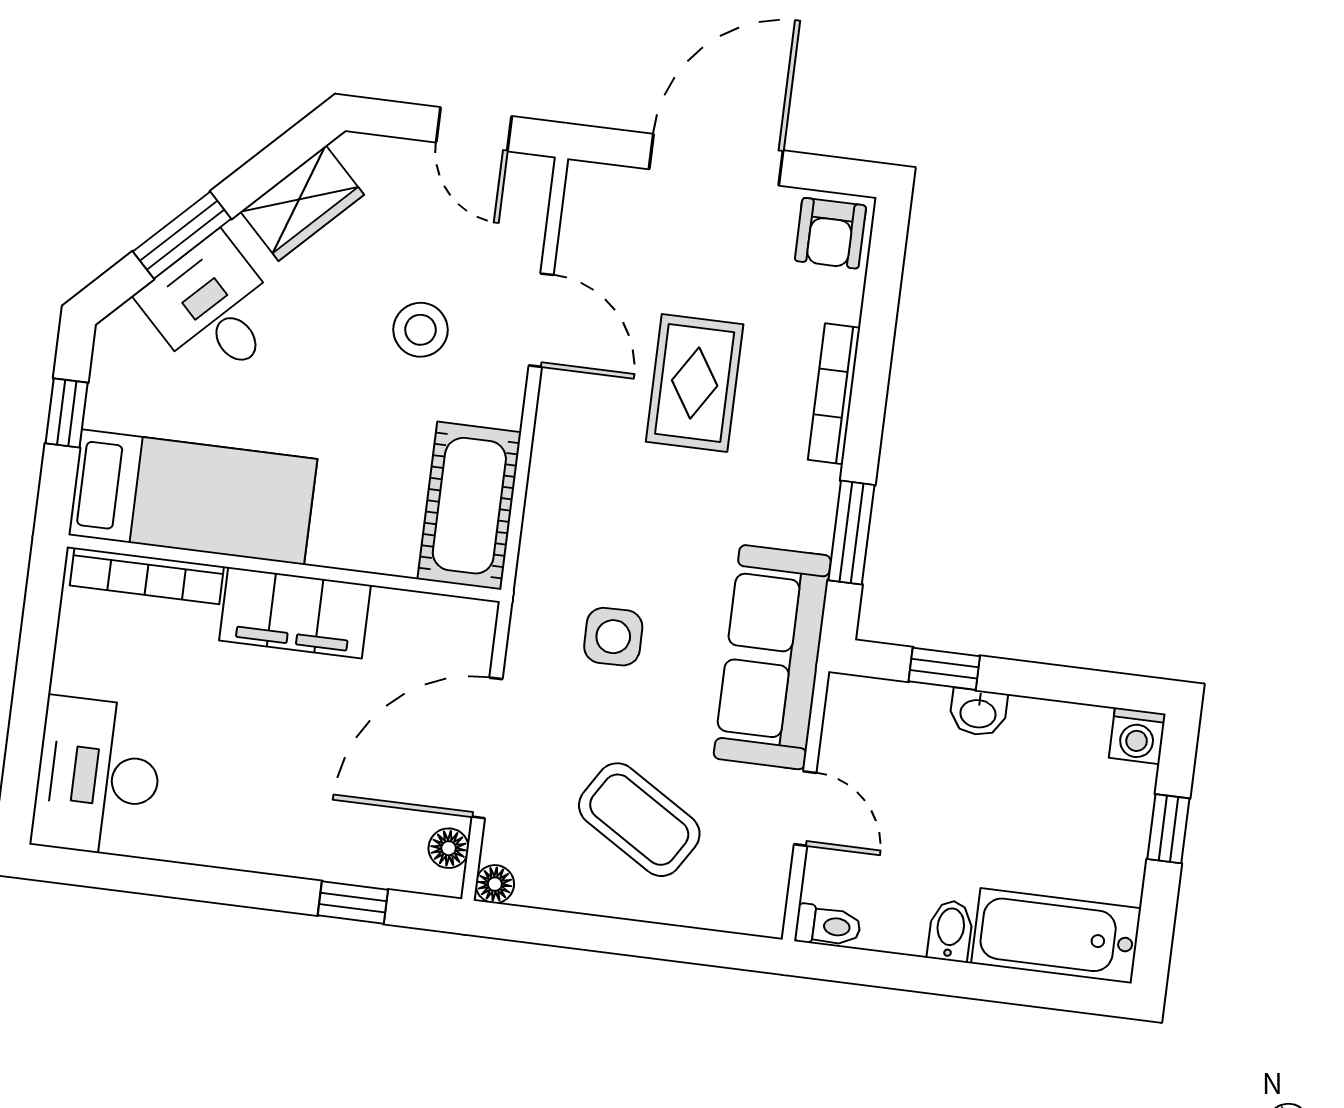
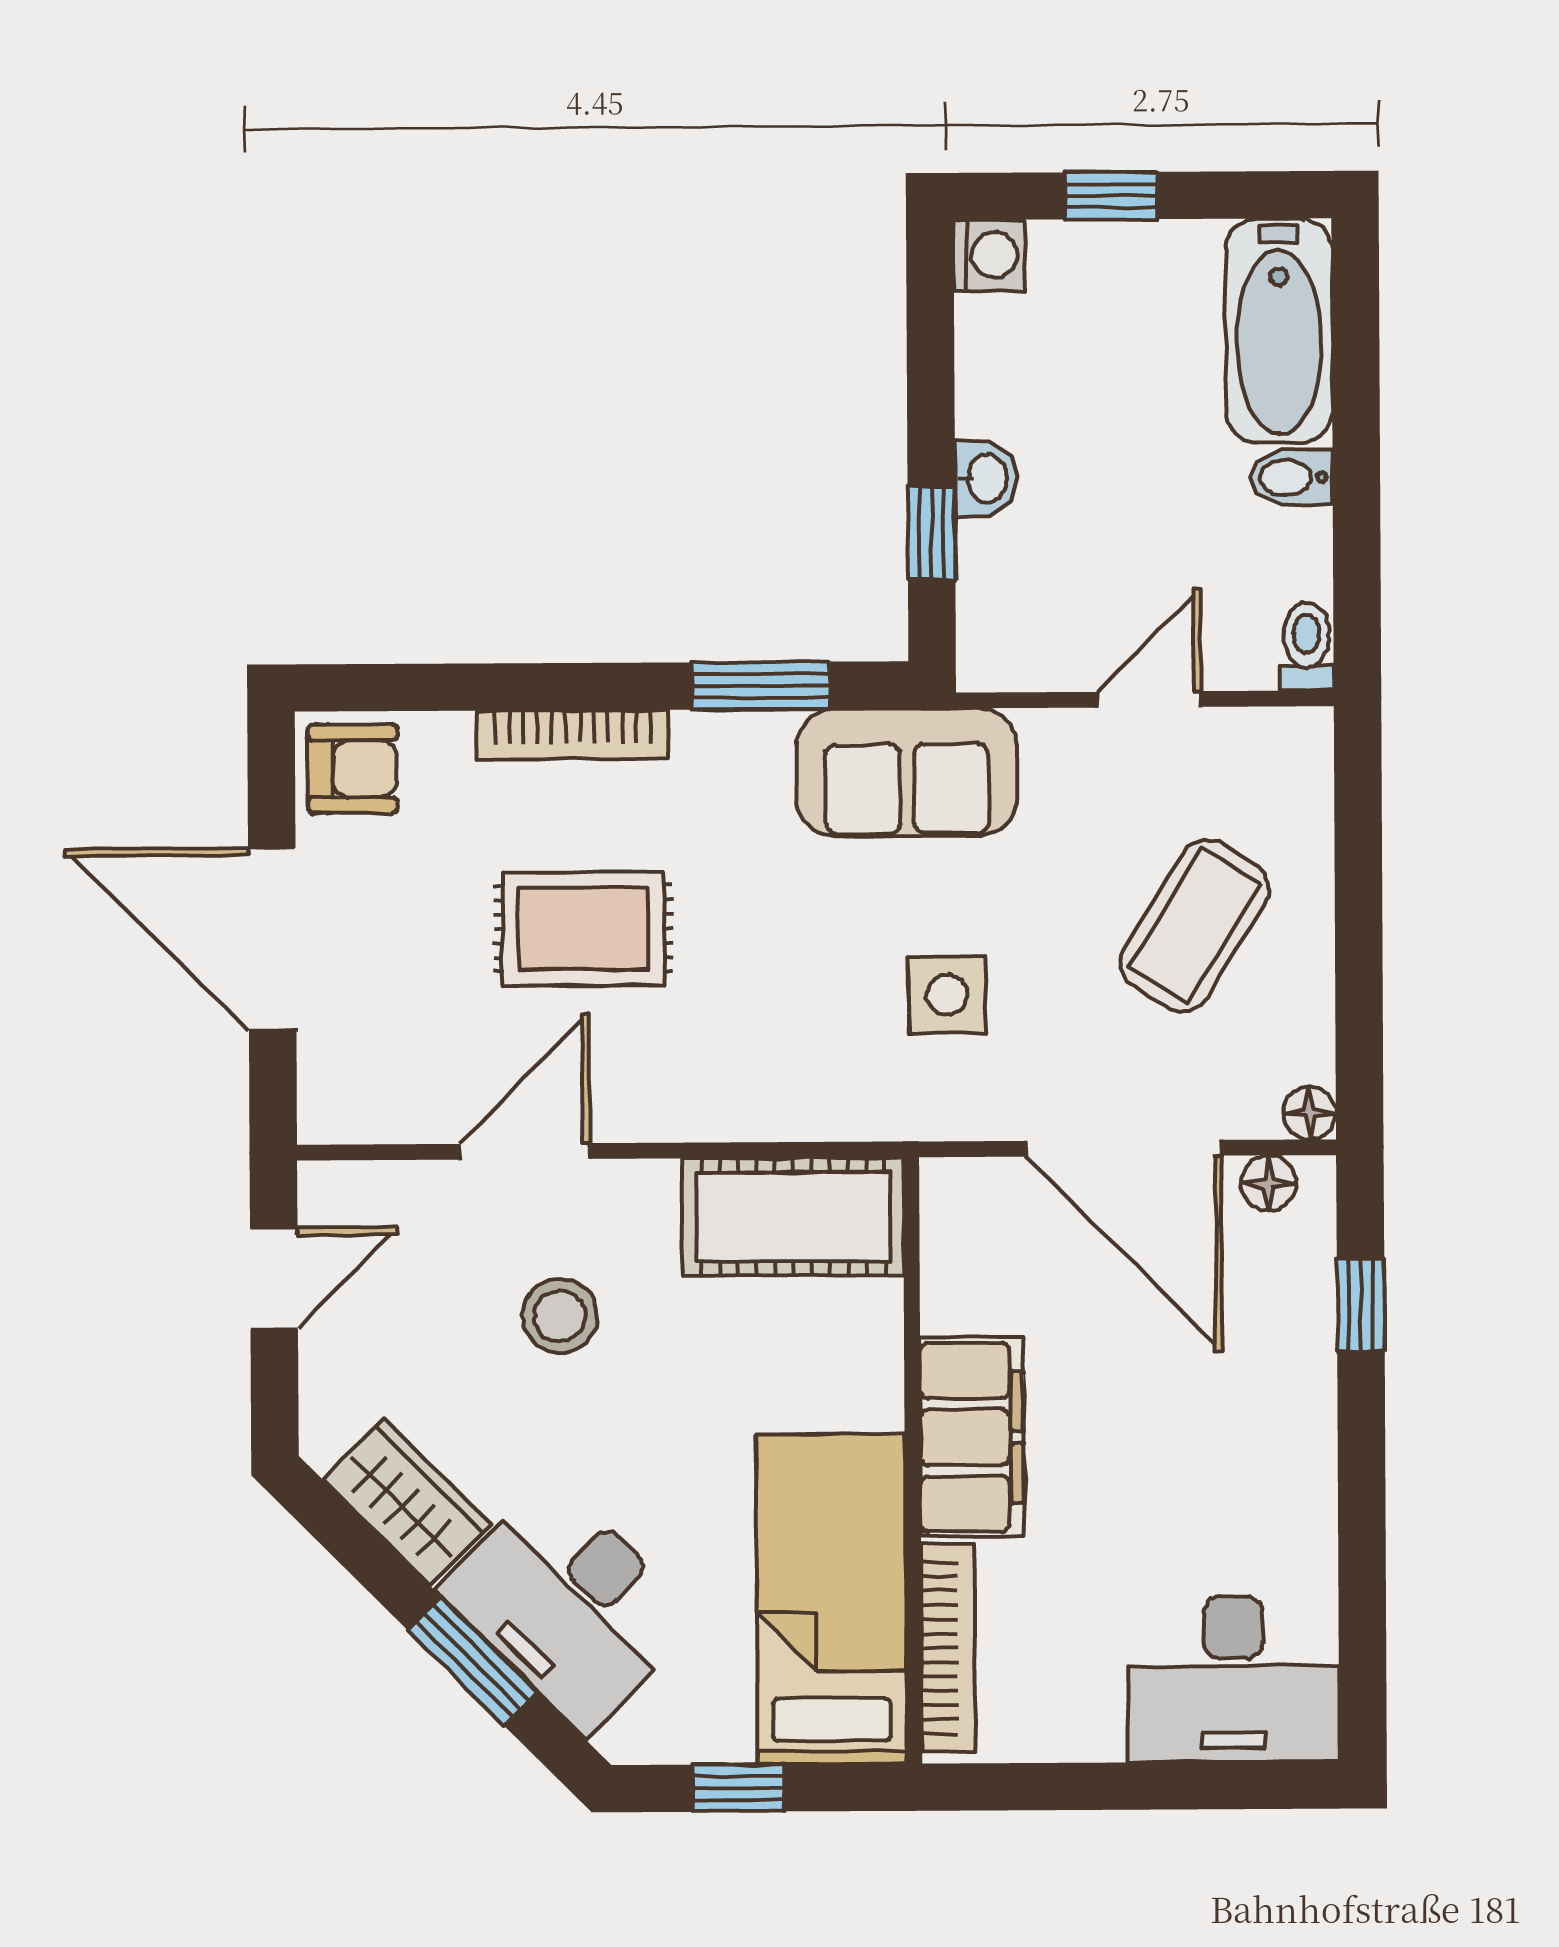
desk: (213, 309) -> (569, 1605), width x1.37
sofa: (772, 657) -> (907, 772), width x0.73

